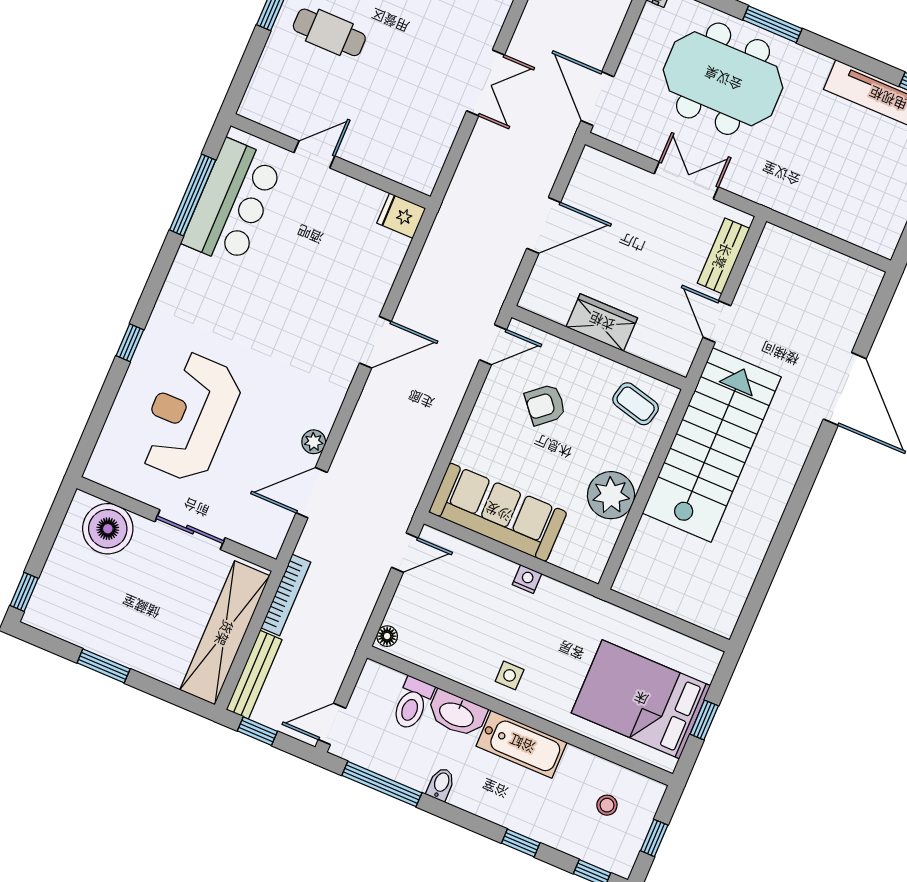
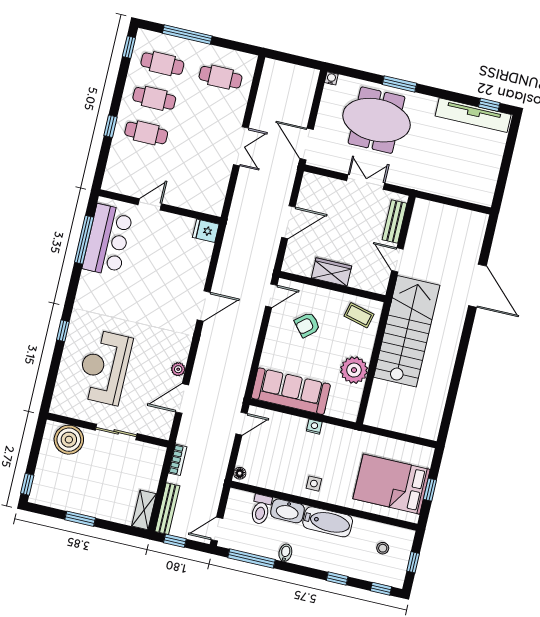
bookcase: (286, 595) -> (178, 460), width x0.64
shelving: (225, 633) -> (144, 510), width x0.45, depth x0.75

